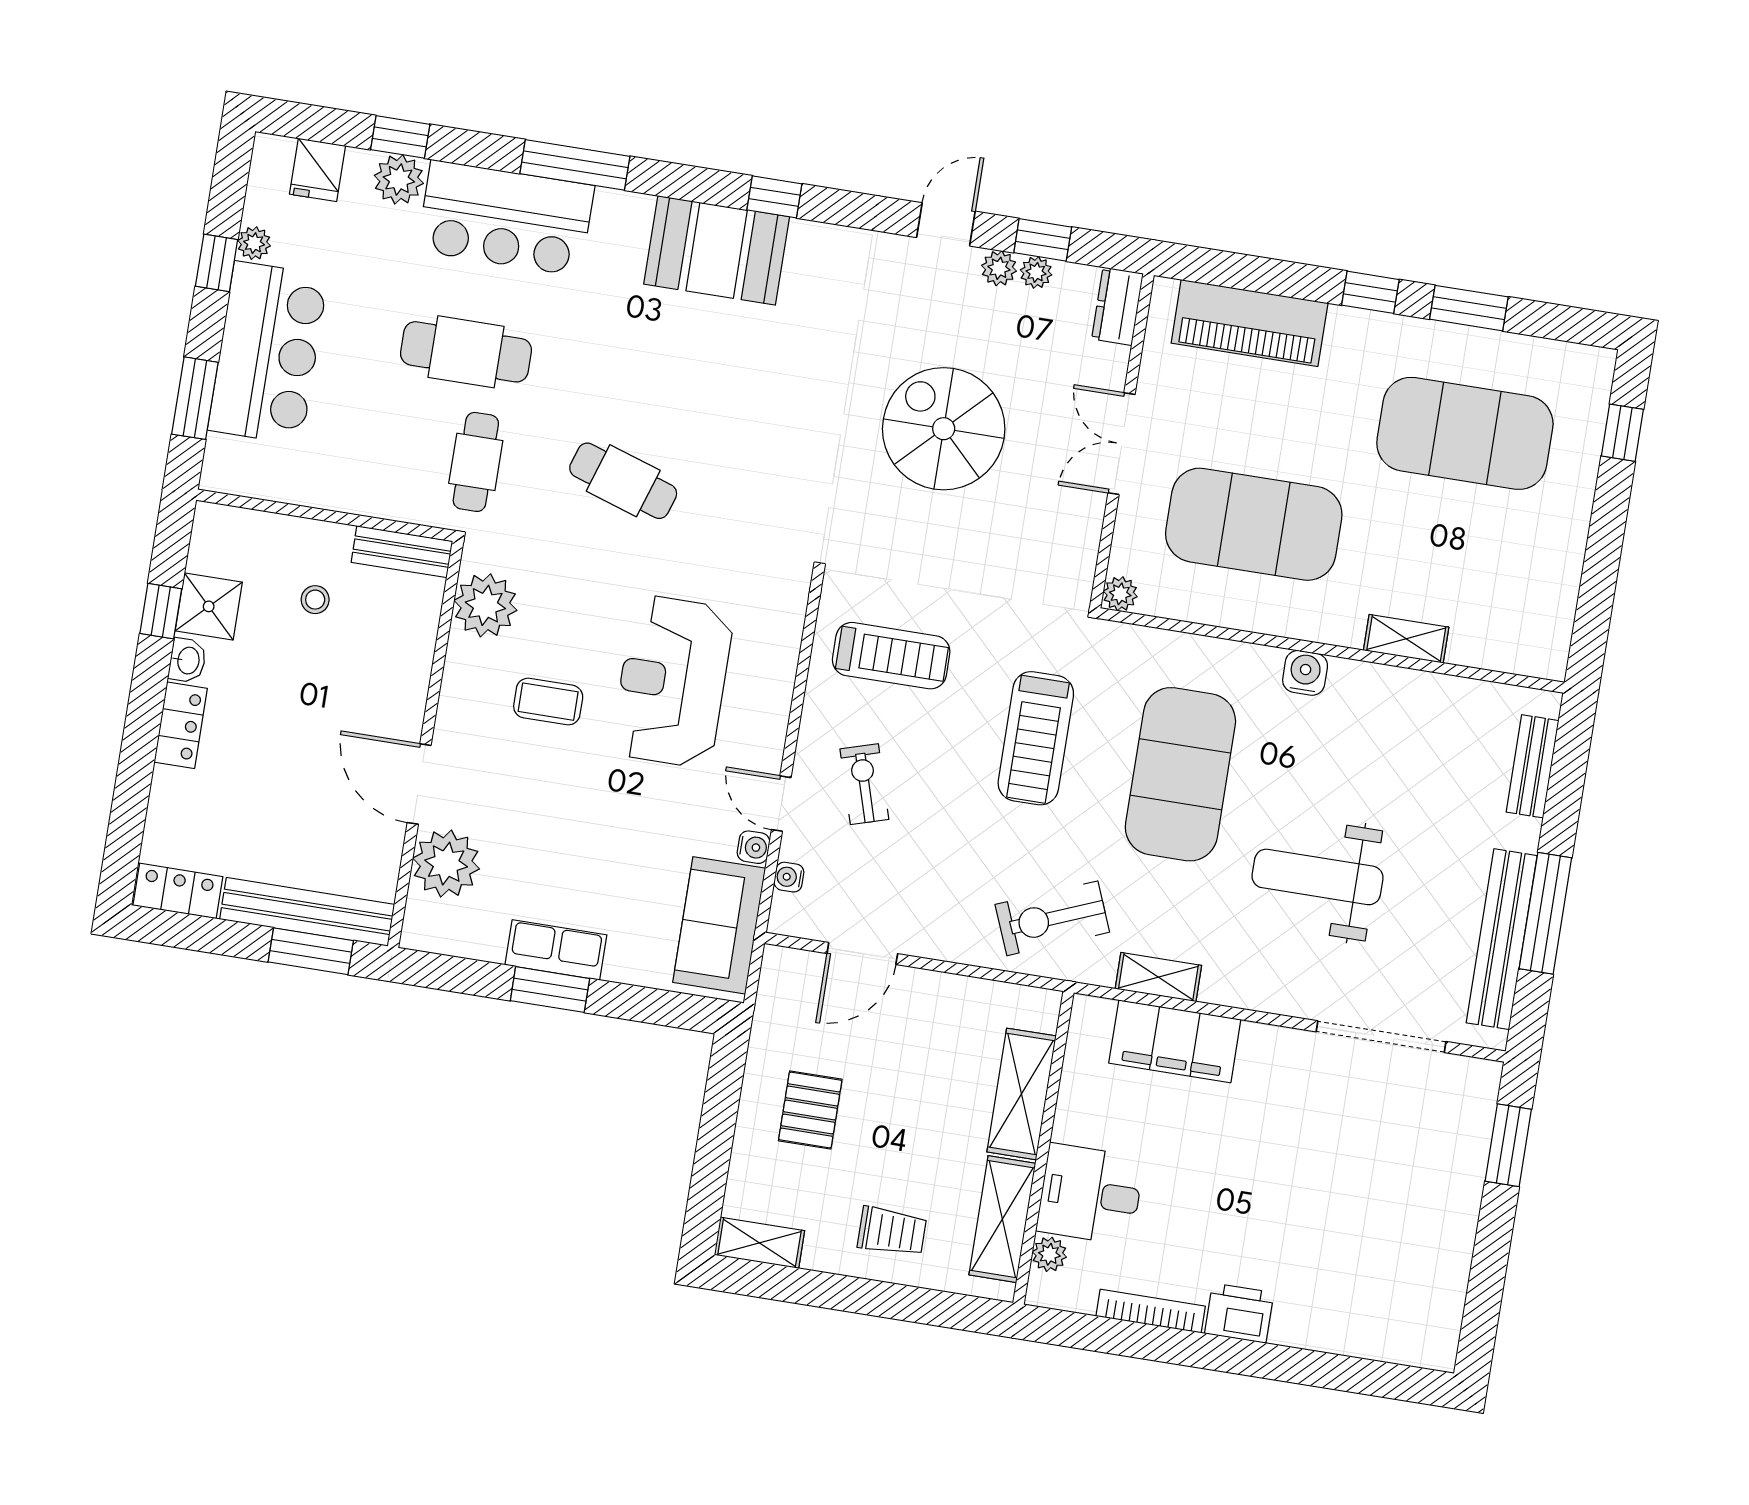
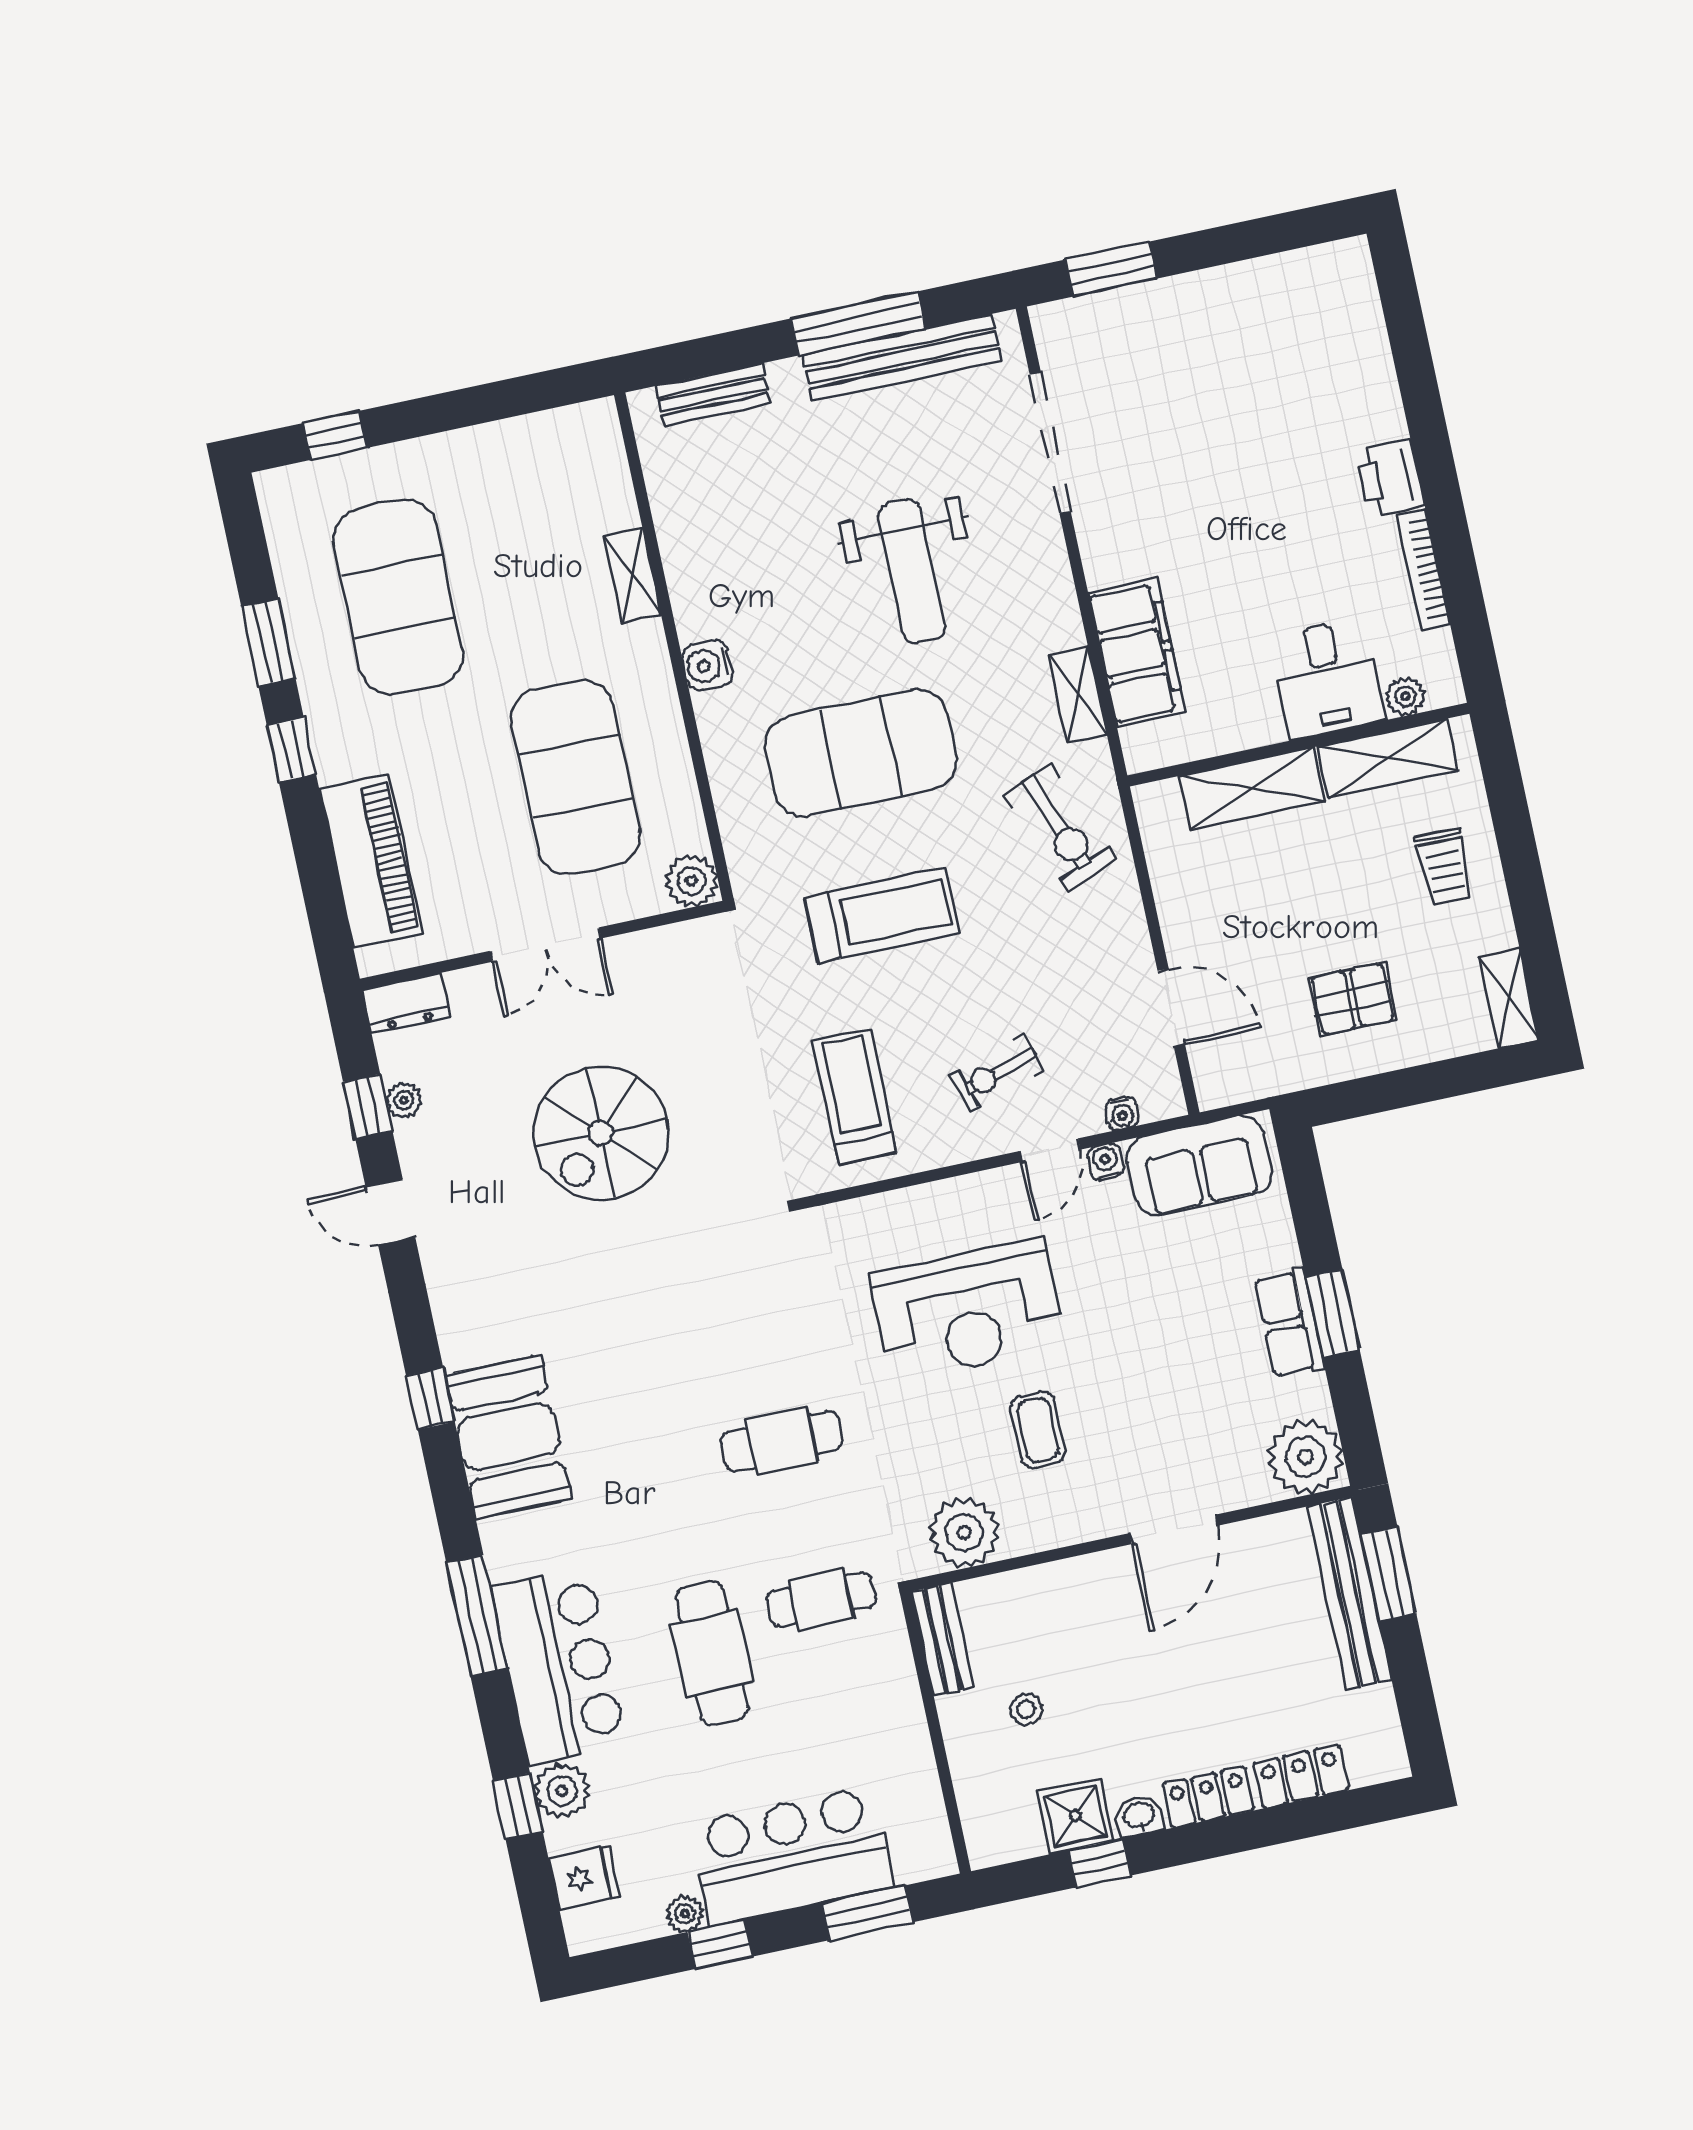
plant: (999, 268) -> (414, 1140), removed
cafe table: (623, 481) -> (782, 1441), turned 72
plant: (1120, 594) -> (691, 881), width x1.38, depth x1.38
plant: (446, 864) -> (1306, 1457), moved
locker: (178, 891) -> (1301, 1776), moved, turned 90
trolley: (892, 1231) -> (1444, 867), turned 180

